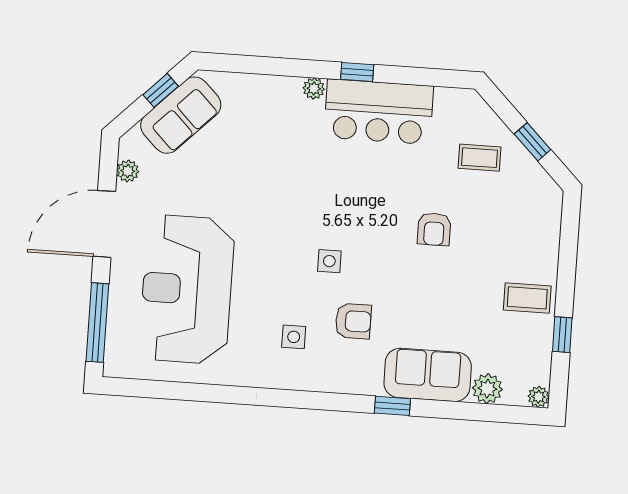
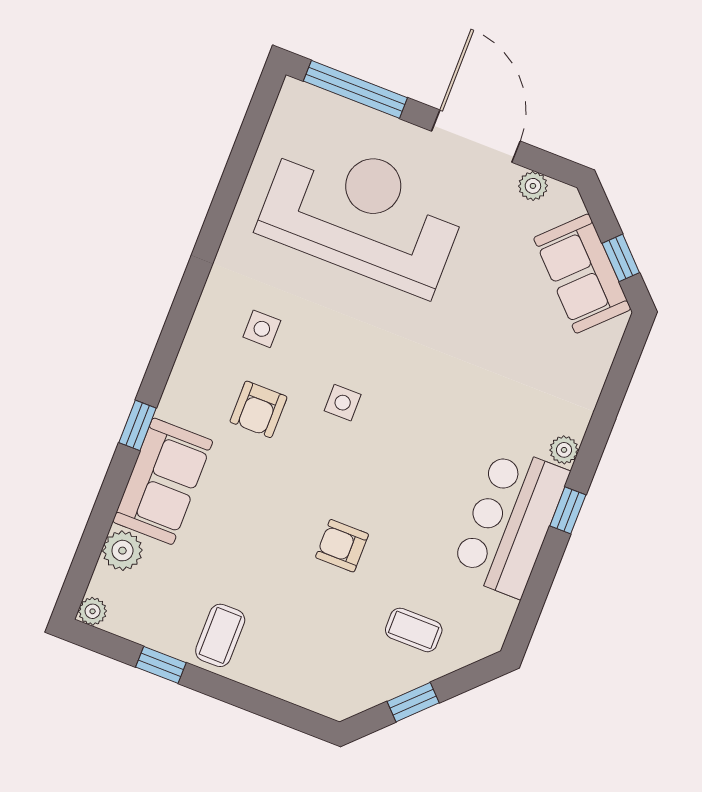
coffee table: (479, 158) -> (414, 630), turned 90

